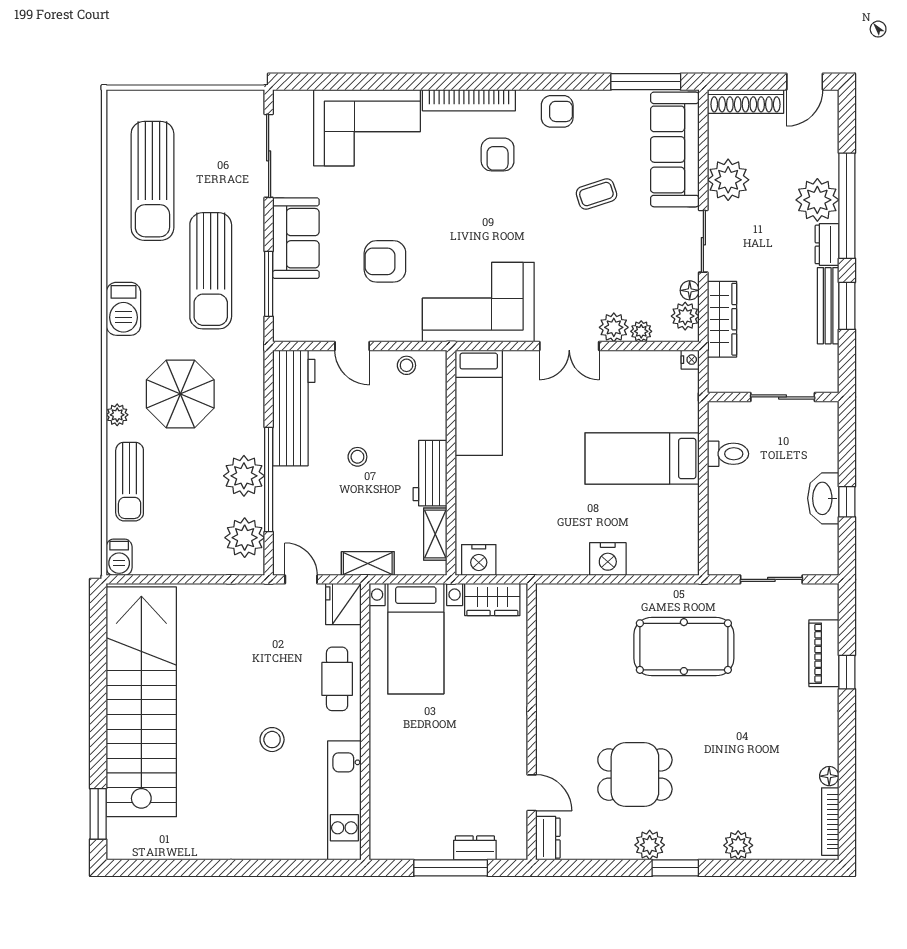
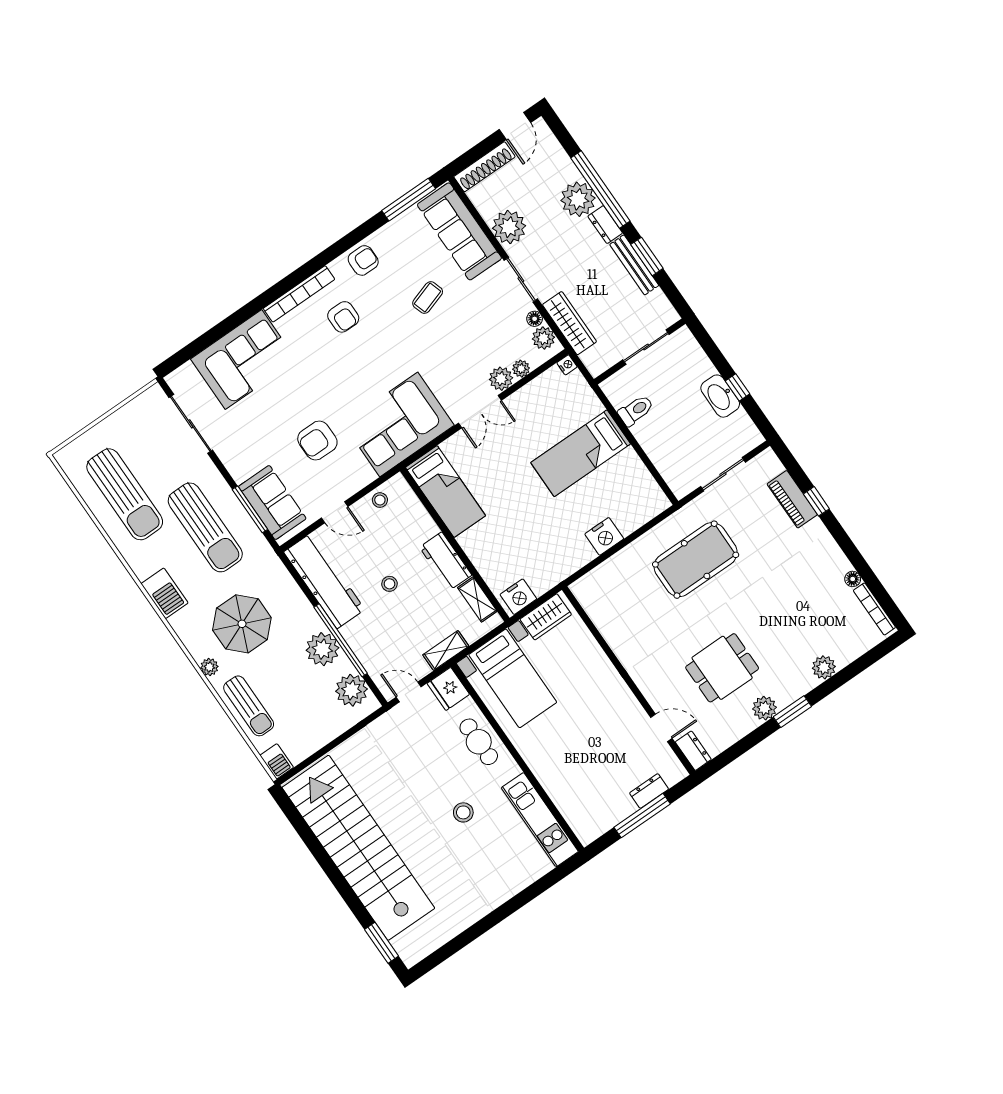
sofa: (296, 238) -> (272, 503), moved

